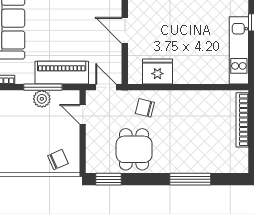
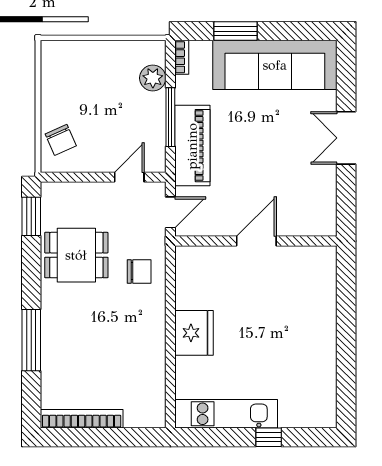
fridge: (157, 72) -> (194, 333), moved
plant: (42, 99) -> (153, 78), moved
chair: (145, 108) -> (139, 271), turned 76
bookcase: (242, 120) -> (82, 419), moved

